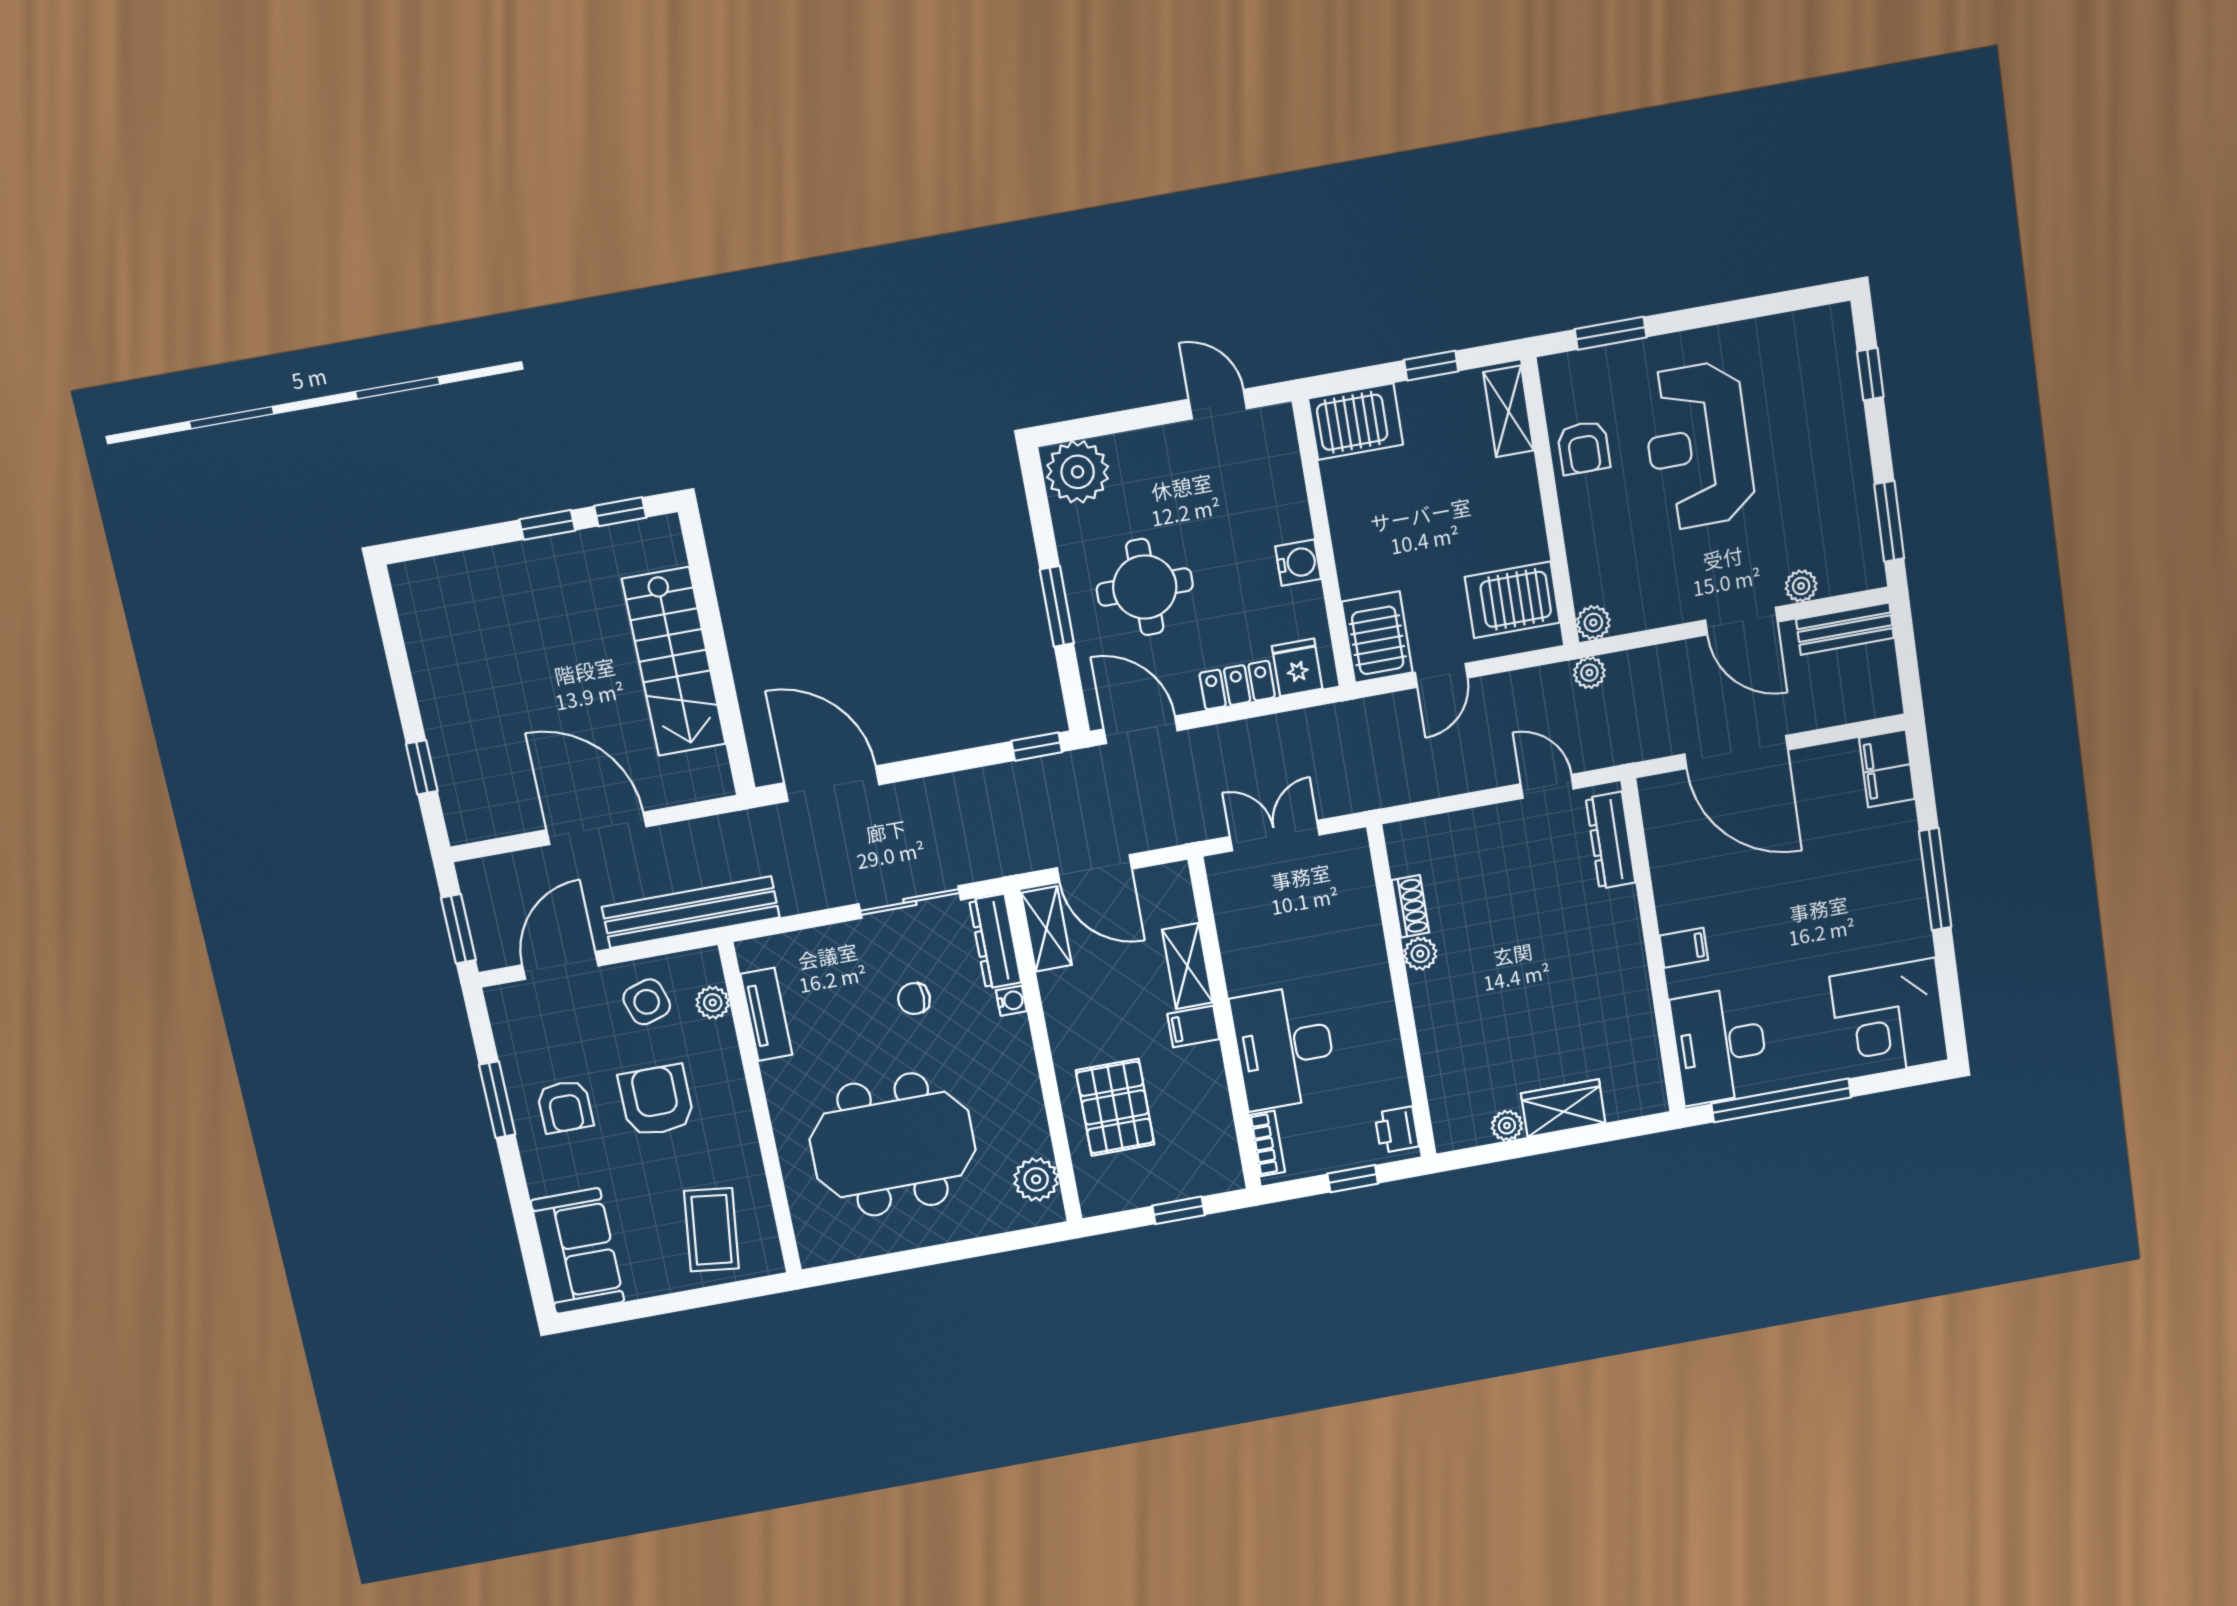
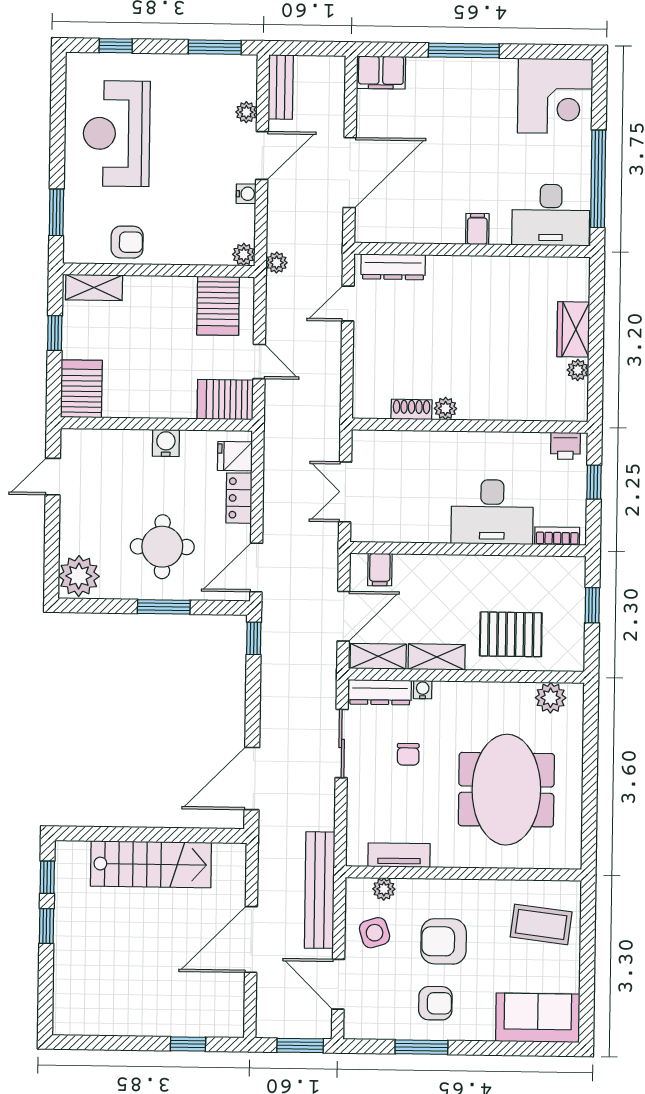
reception desk: (1698, 446) -> (117, 134), moved, turned 90
water cooler: (1682, 609) -> (246, 194), added
shelving: (1187, 966) -> (437, 657), moved
filing cabinet: (1193, 1027) -> (380, 570), moved

